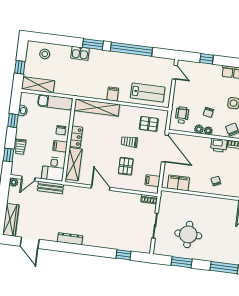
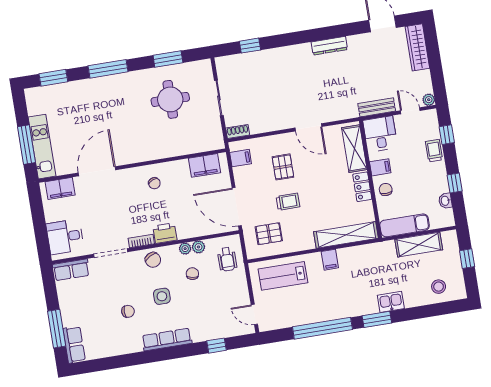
shelving: (38, 85) -> (419, 245), moved
door: (28, 178) -> (410, 111), hinge flipped

